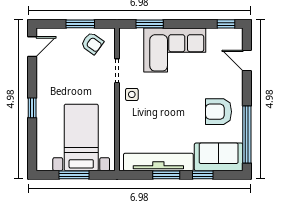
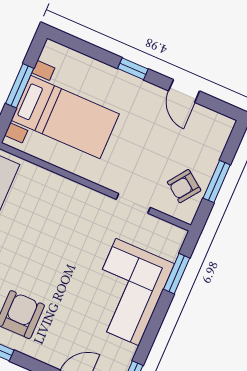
door: (32, 47) -> (184, 91), moved
side table: (132, 94) -> (93, 209), removed

